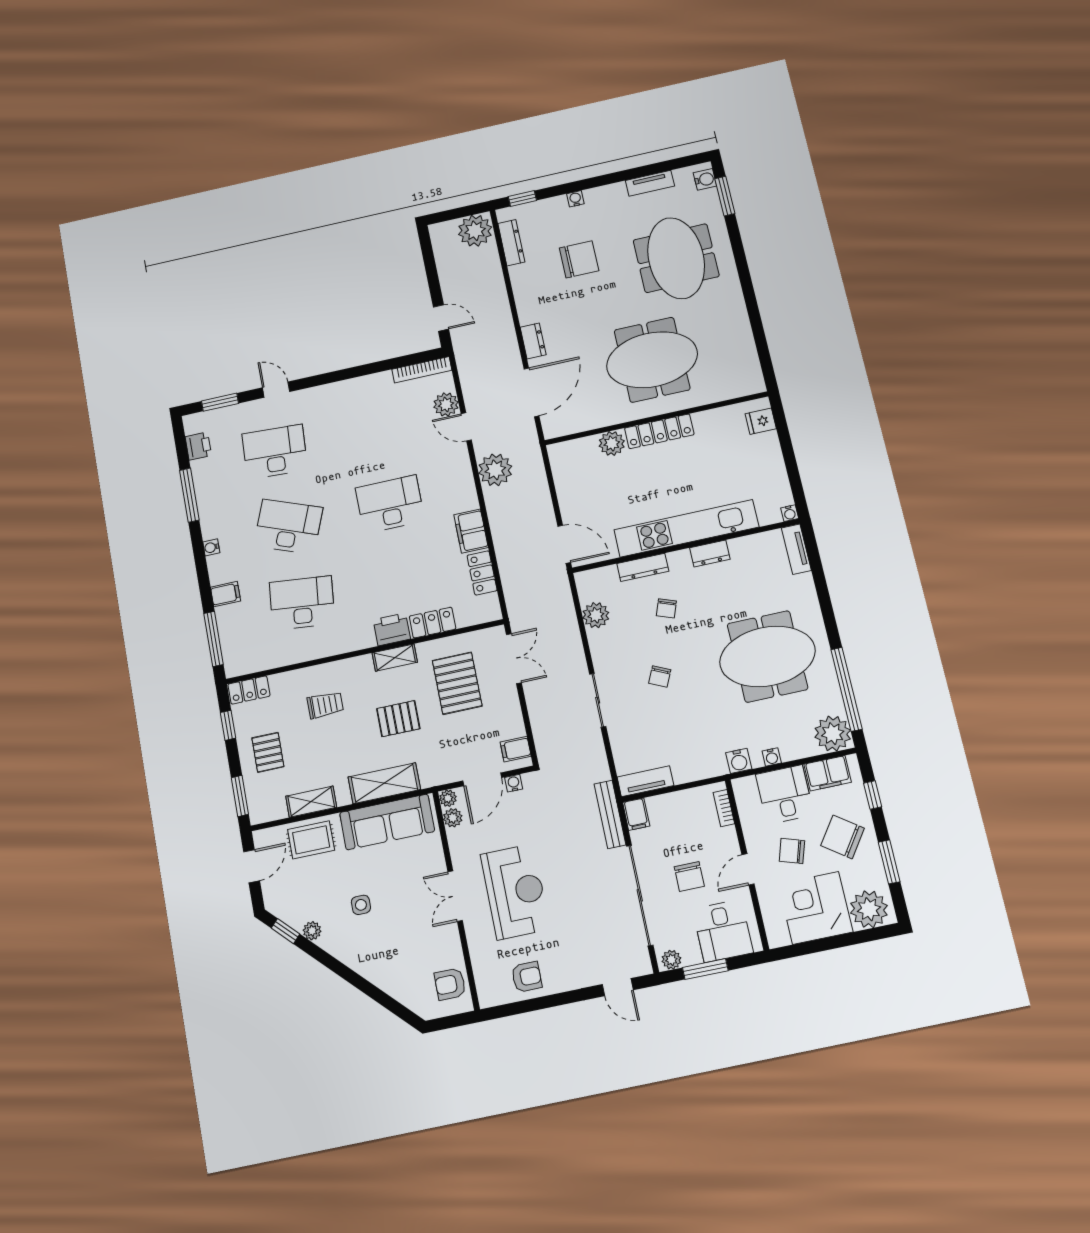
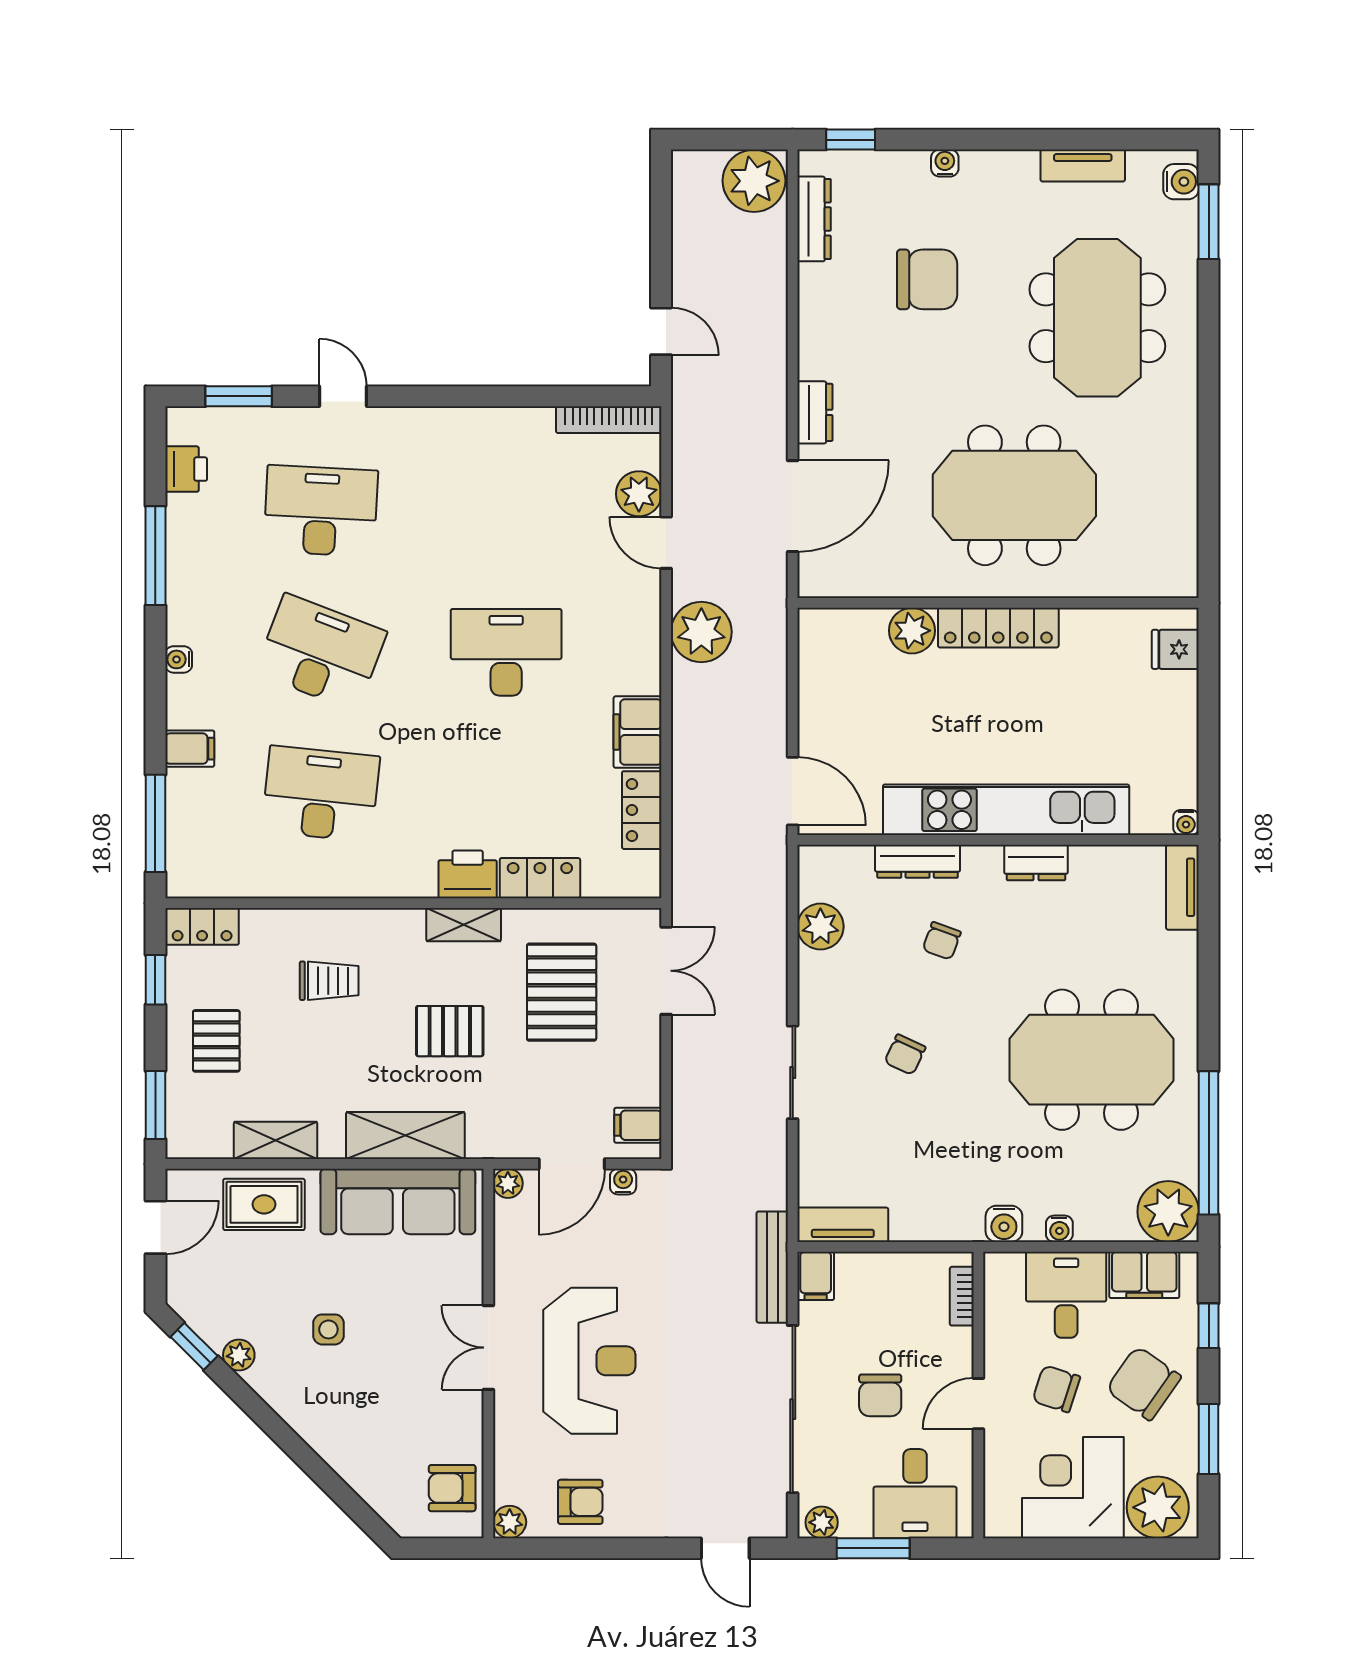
plant: (453, 818) -> (510, 1522), moved

